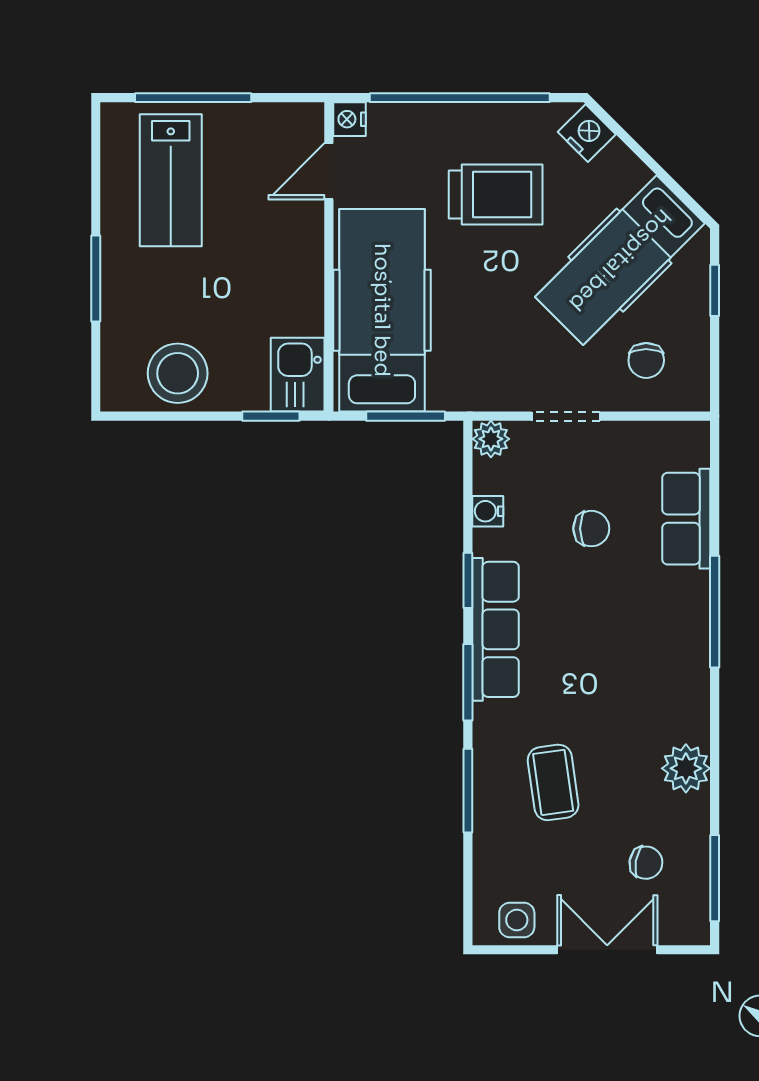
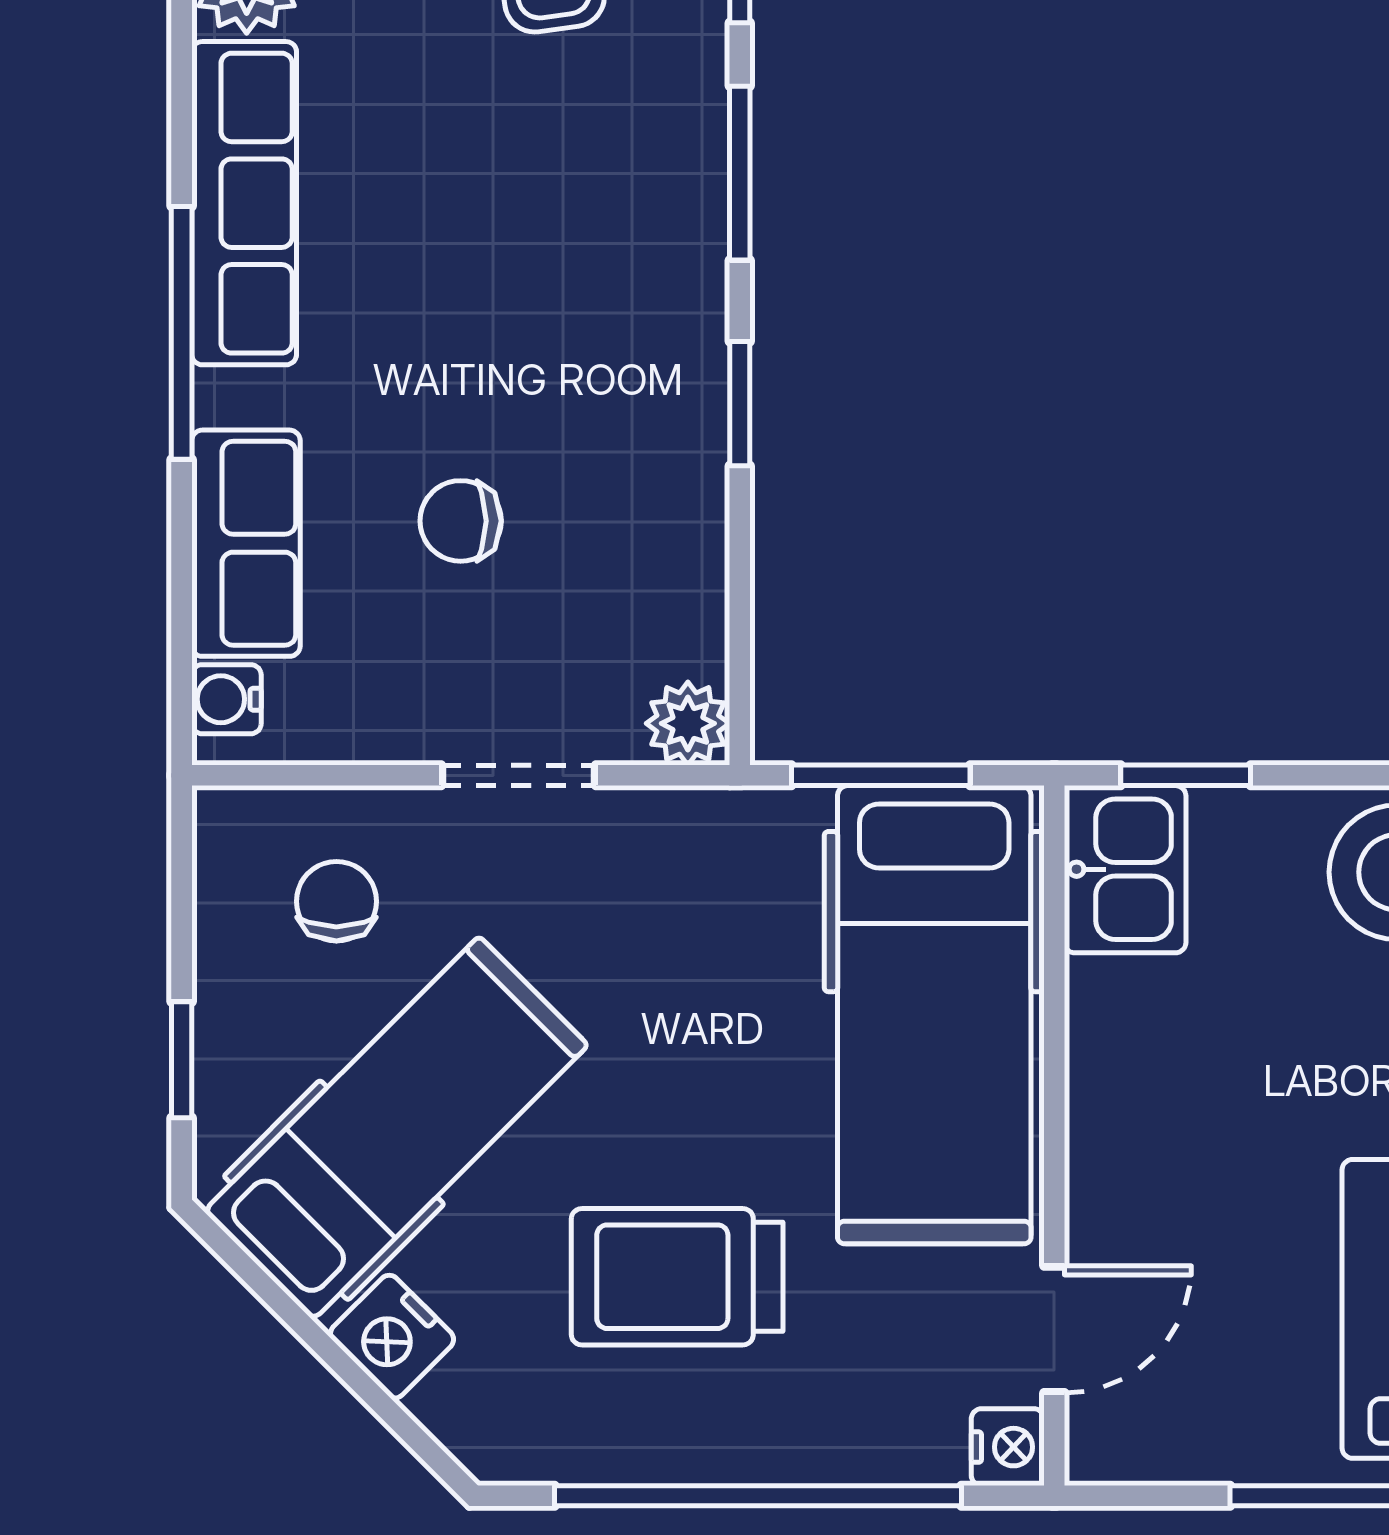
nightstand: (587, 133) -> (392, 1337), moved
water cooler: (488, 511) -> (226, 699), moved, turned 180
row of seats: (496, 629) -> (244, 203), moved, turned 180

